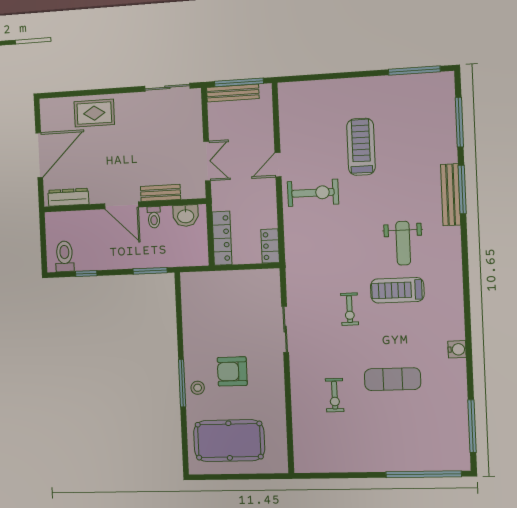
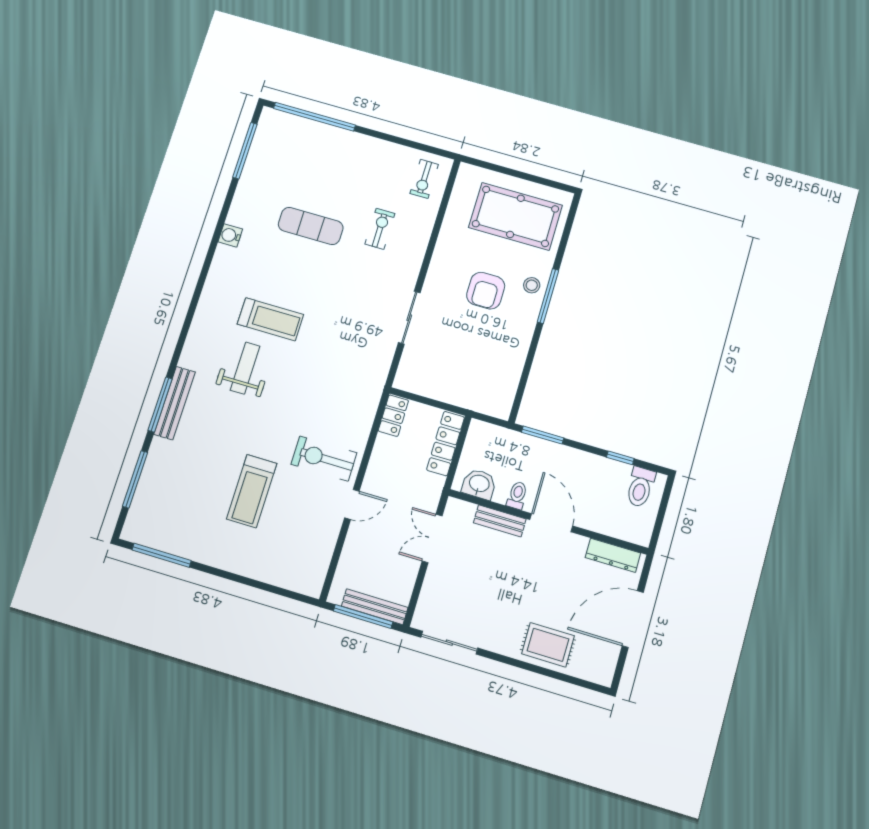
exercise bike: (350, 309) -> (424, 179), moved, turned 180
armchair: (232, 371) -> (486, 291), turned 90

